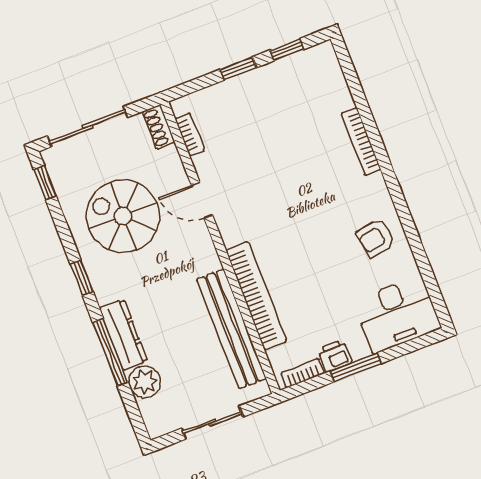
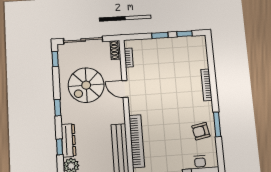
window: (404, 215) -> (217, 124), added
spiral stairs: (123, 216) -> (86, 85), turned -90
window: (110, 352) -> (60, 147), width x0.46

